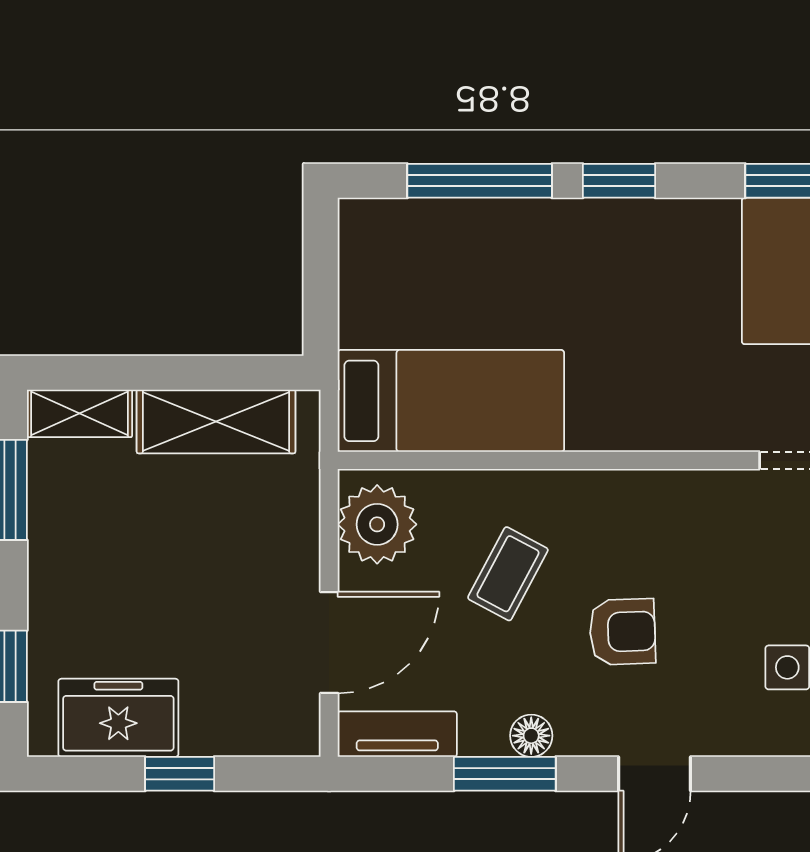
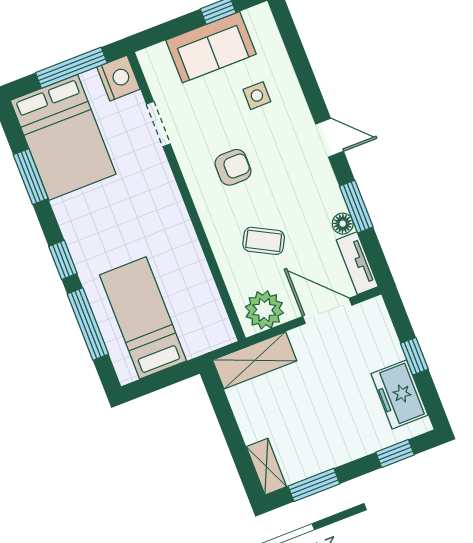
bed: (451, 401) -> (143, 318), moved
shelving: (216, 422) -> (255, 360), moved, turned 90
armchair: (622, 632) -> (233, 167), moved, turned 92
floor lamp: (531, 736) -> (343, 224), moved

